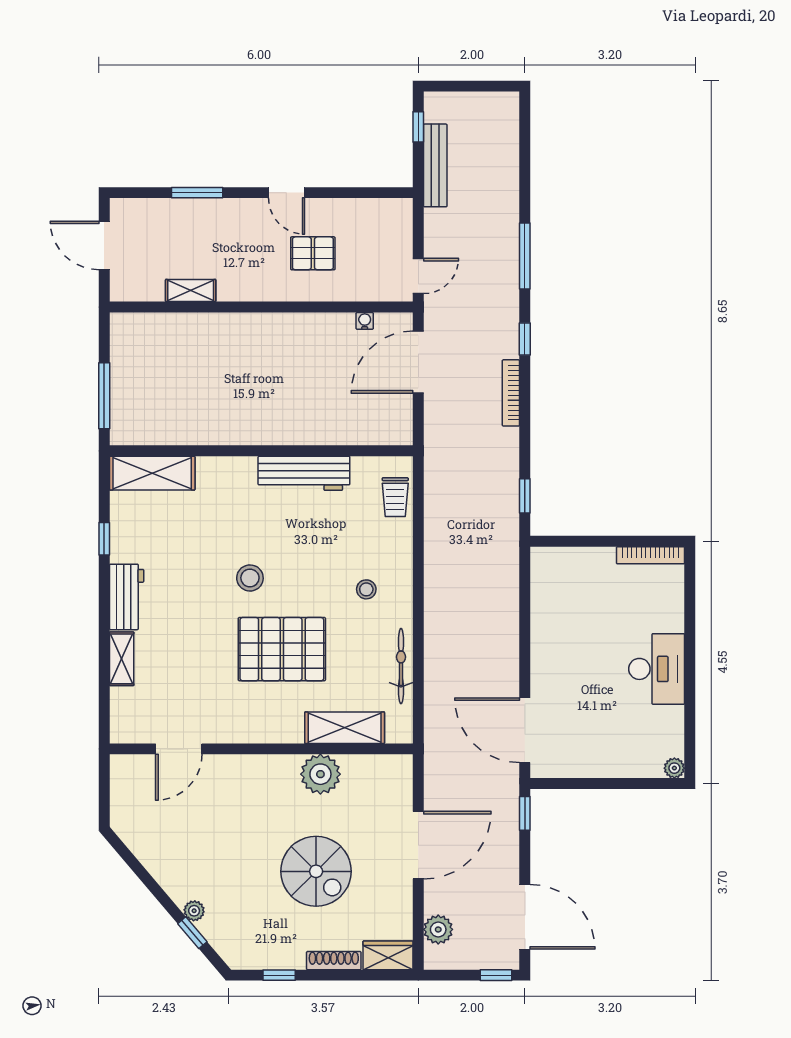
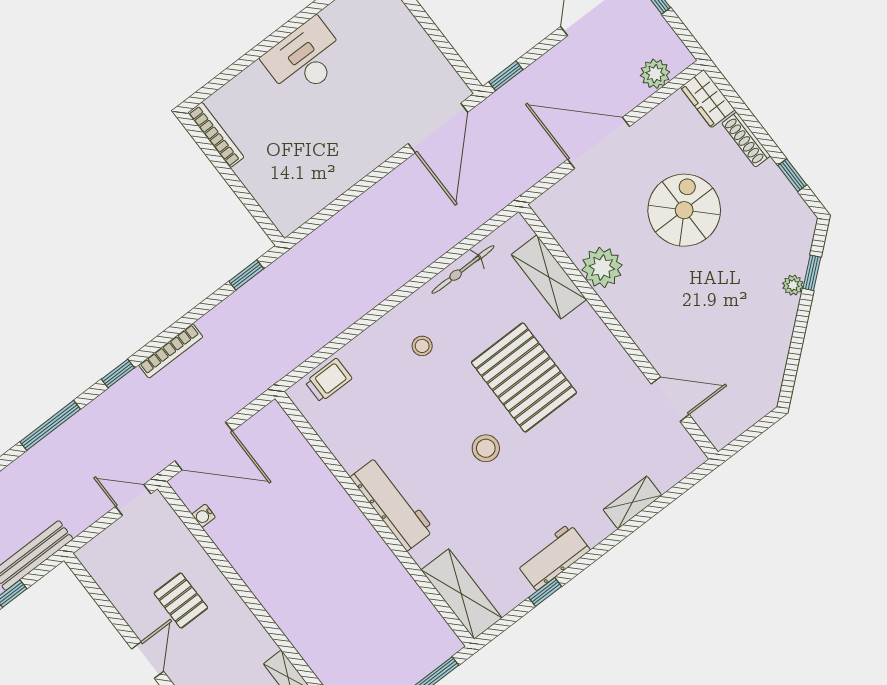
workbench: (304, 473) -> (392, 504), moved
workbench: (127, 597) -> (553, 557), moved

